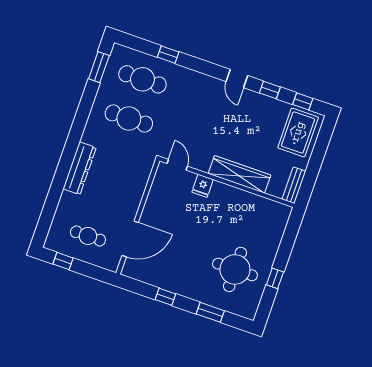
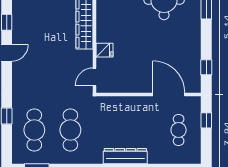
window: (63, 261) -> (206, 120), moved
window: (165, 297) -> (206, 67), moved

